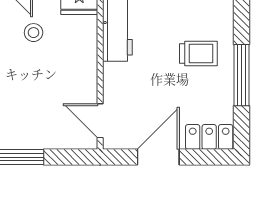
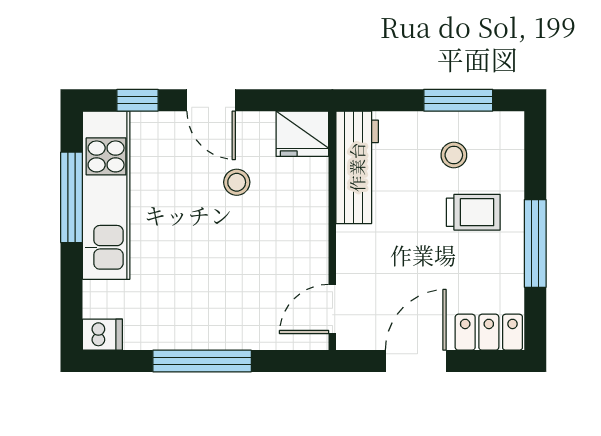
stool: (185, 14) -> (454, 155), added
door: (100, 121) -> (332, 309), hinge flipped

